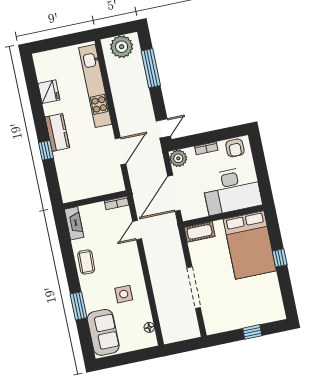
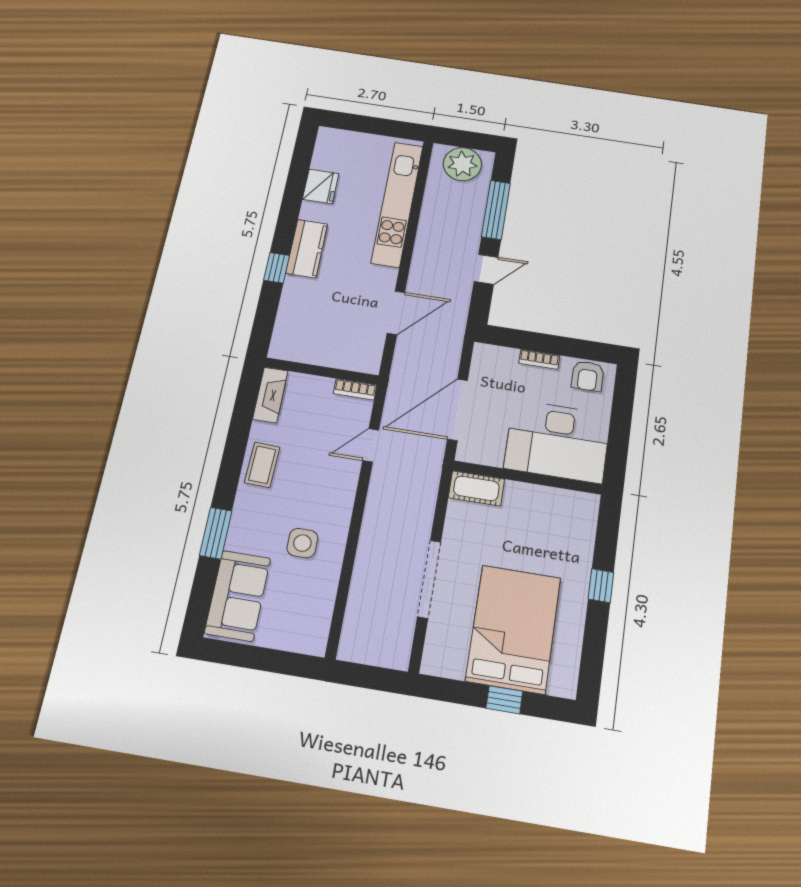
door: (163, 128) -> (486, 269), moved
plant: (178, 158) -> (487, 358), removed
bed: (250, 245) -> (513, 629), moved, turned 180
floor lamp: (149, 327) -> (322, 619), removed

